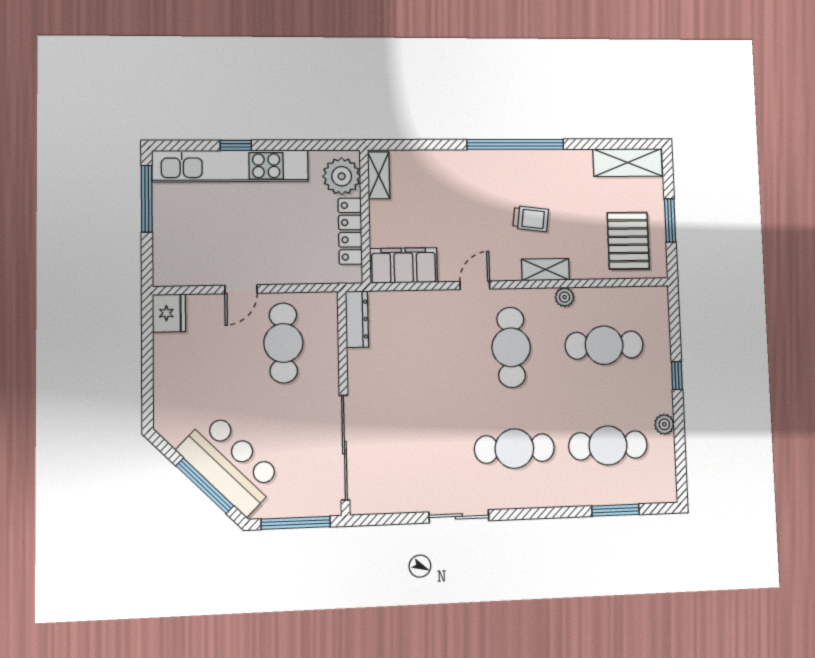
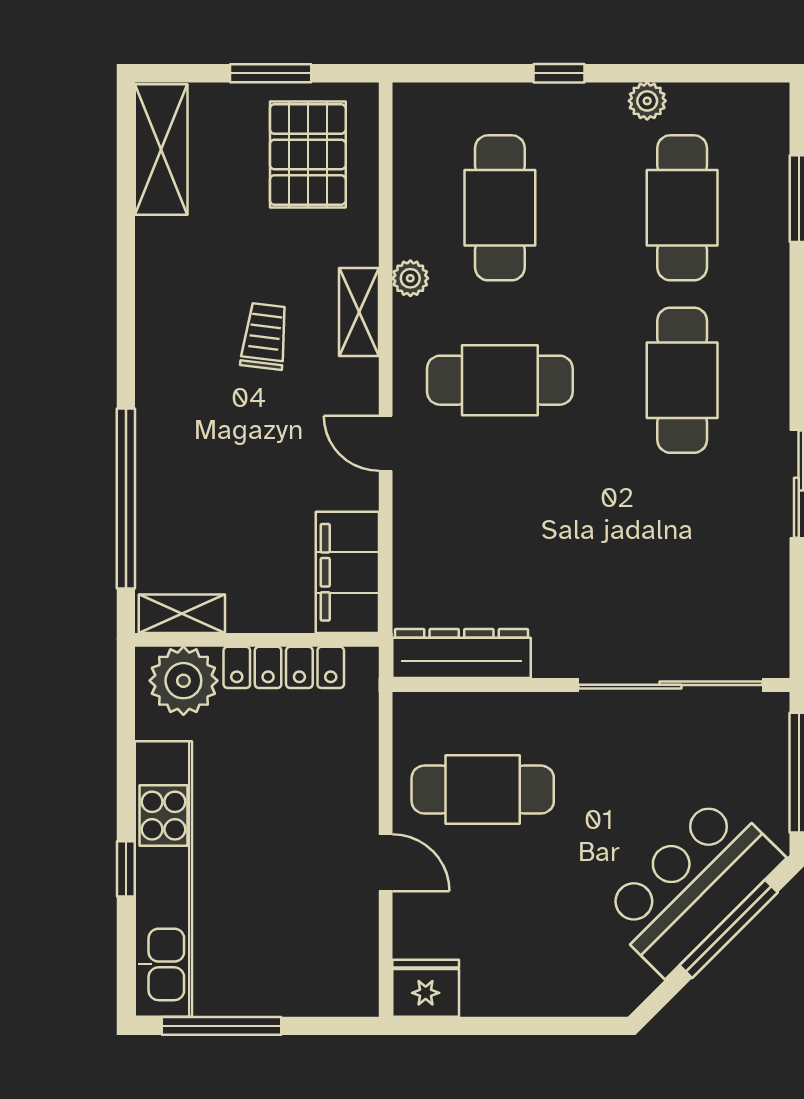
window: (515, 144) -> (126, 498), moved
pallet: (628, 241) -> (308, 155), turned 90
dresser: (357, 319) -> (462, 654), width x1.37, depth x1.24

